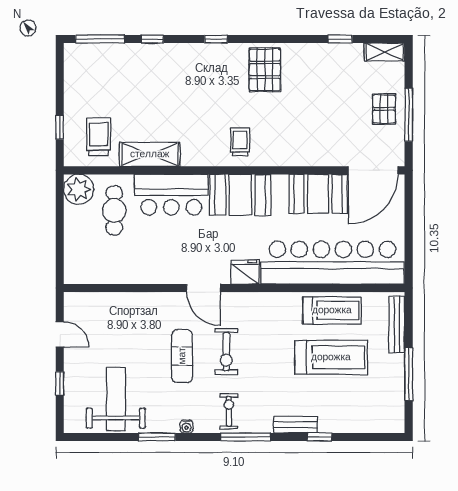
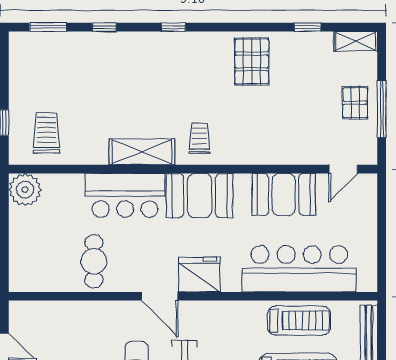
window: (100, 39) -> (48, 27), width x0.69
pallet: (265, 70) -> (252, 61), moved
shelving: (150, 154) -> (142, 152), moved
door: (373, 170) -> (343, 169), width x0.53
cafe table: (114, 210) -> (94, 261), moved
bar counter: (332, 263) -> (299, 269), width x0.73
fridge: (245, 272) -> (199, 275), width x1.36, depth x1.34

